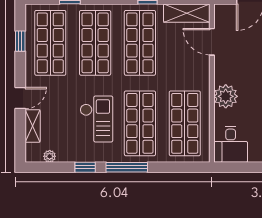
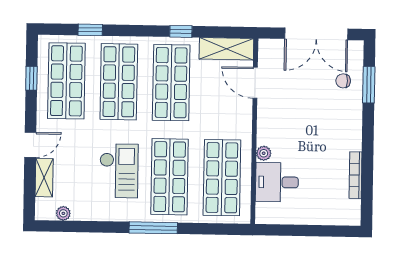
plant: (226, 96) -> (264, 153), width x0.53, depth x0.53
desk: (231, 144) -> (277, 182), moved, turned 90
window: (85, 167) -> (105, 227), removed

